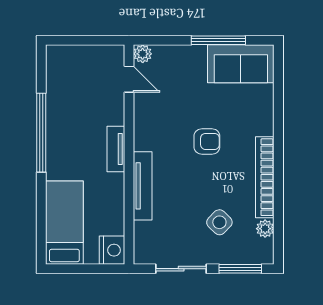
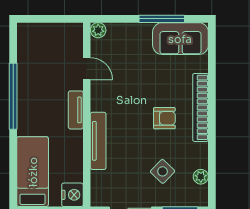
door: (129, 79) -> (87, 69), moved
armchair: (207, 141) -> (164, 118), moved
bookcase: (265, 177) -> (201, 107), moved

